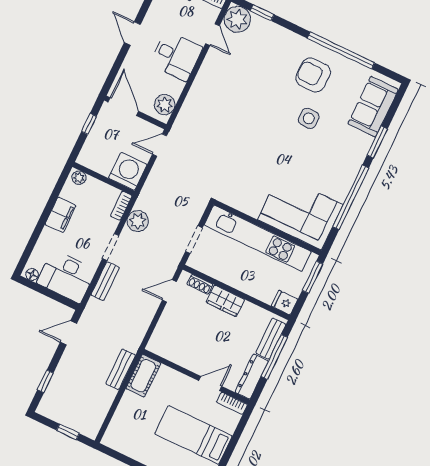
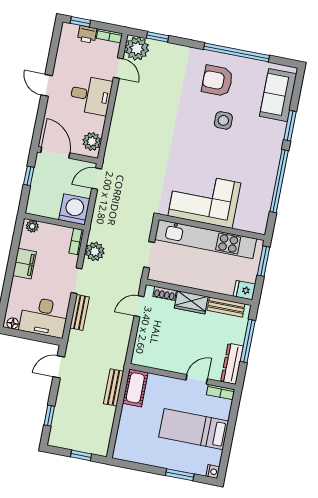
corner sofa: (300, 212) -> (204, 199), moved
bench: (271, 339) -> (226, 307), moved, turned 90

